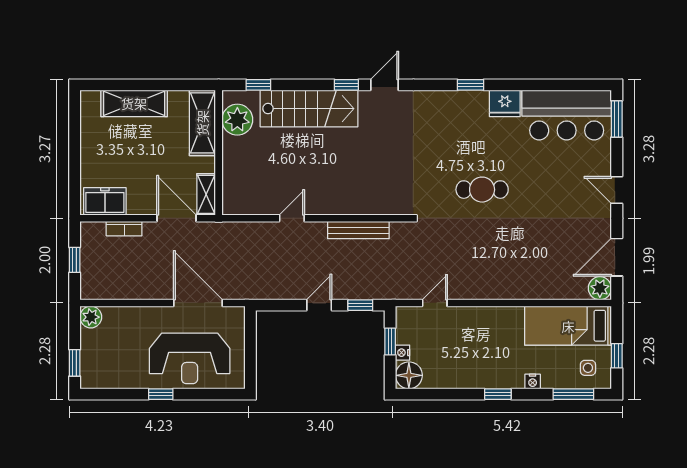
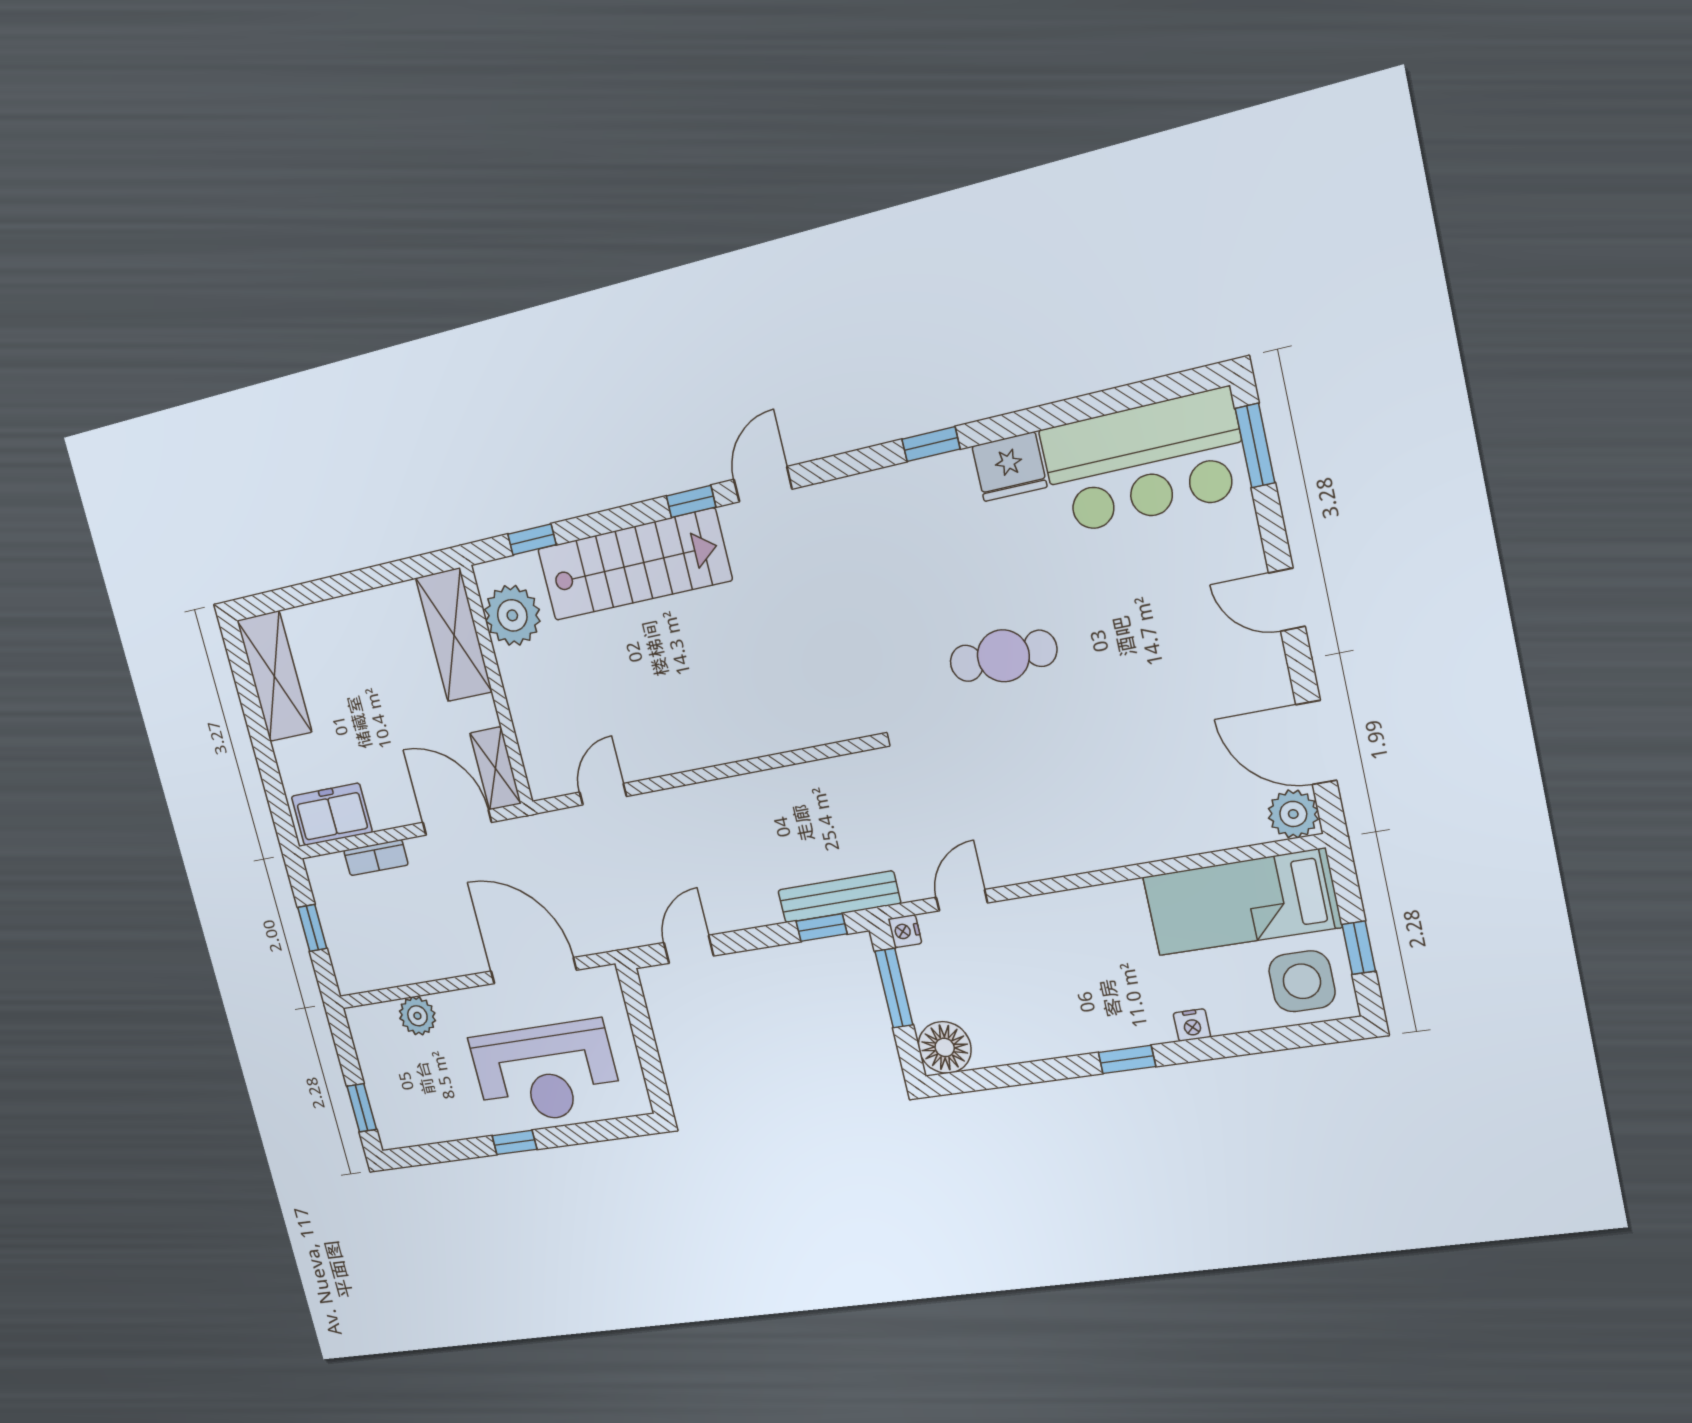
shelving: (134, 103) -> (274, 676), moved, turned 90
door: (292, 218) -> (603, 794), moved
bench: (358, 230) -> (839, 897), moved
door: (617, 257) -> (1316, 742), hinge flipped
door: (319, 305) -> (689, 949), moved
plant: (91, 317) -> (417, 1016), moved
window: (390, 341) -> (894, 988), width x1.50
nightstand: (403, 353) -> (905, 931), moved
side table: (588, 368) -> (1302, 981), width x1.87, depth x1.87
window: (573, 394) -> (1282, 1038), removed

